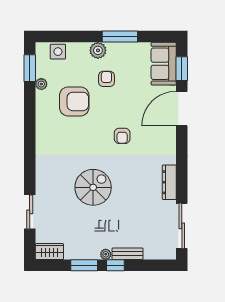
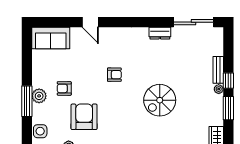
window: (120, 37) -> (27, 101), moved
window: (182, 69) -> (55, 22), removed
door: (182, 109) -> (90, 22), width x0.53
dresser: (169, 182) -> (160, 33), width x0.70
spiral stairs: (93, 187) -> (160, 100), turned -90

